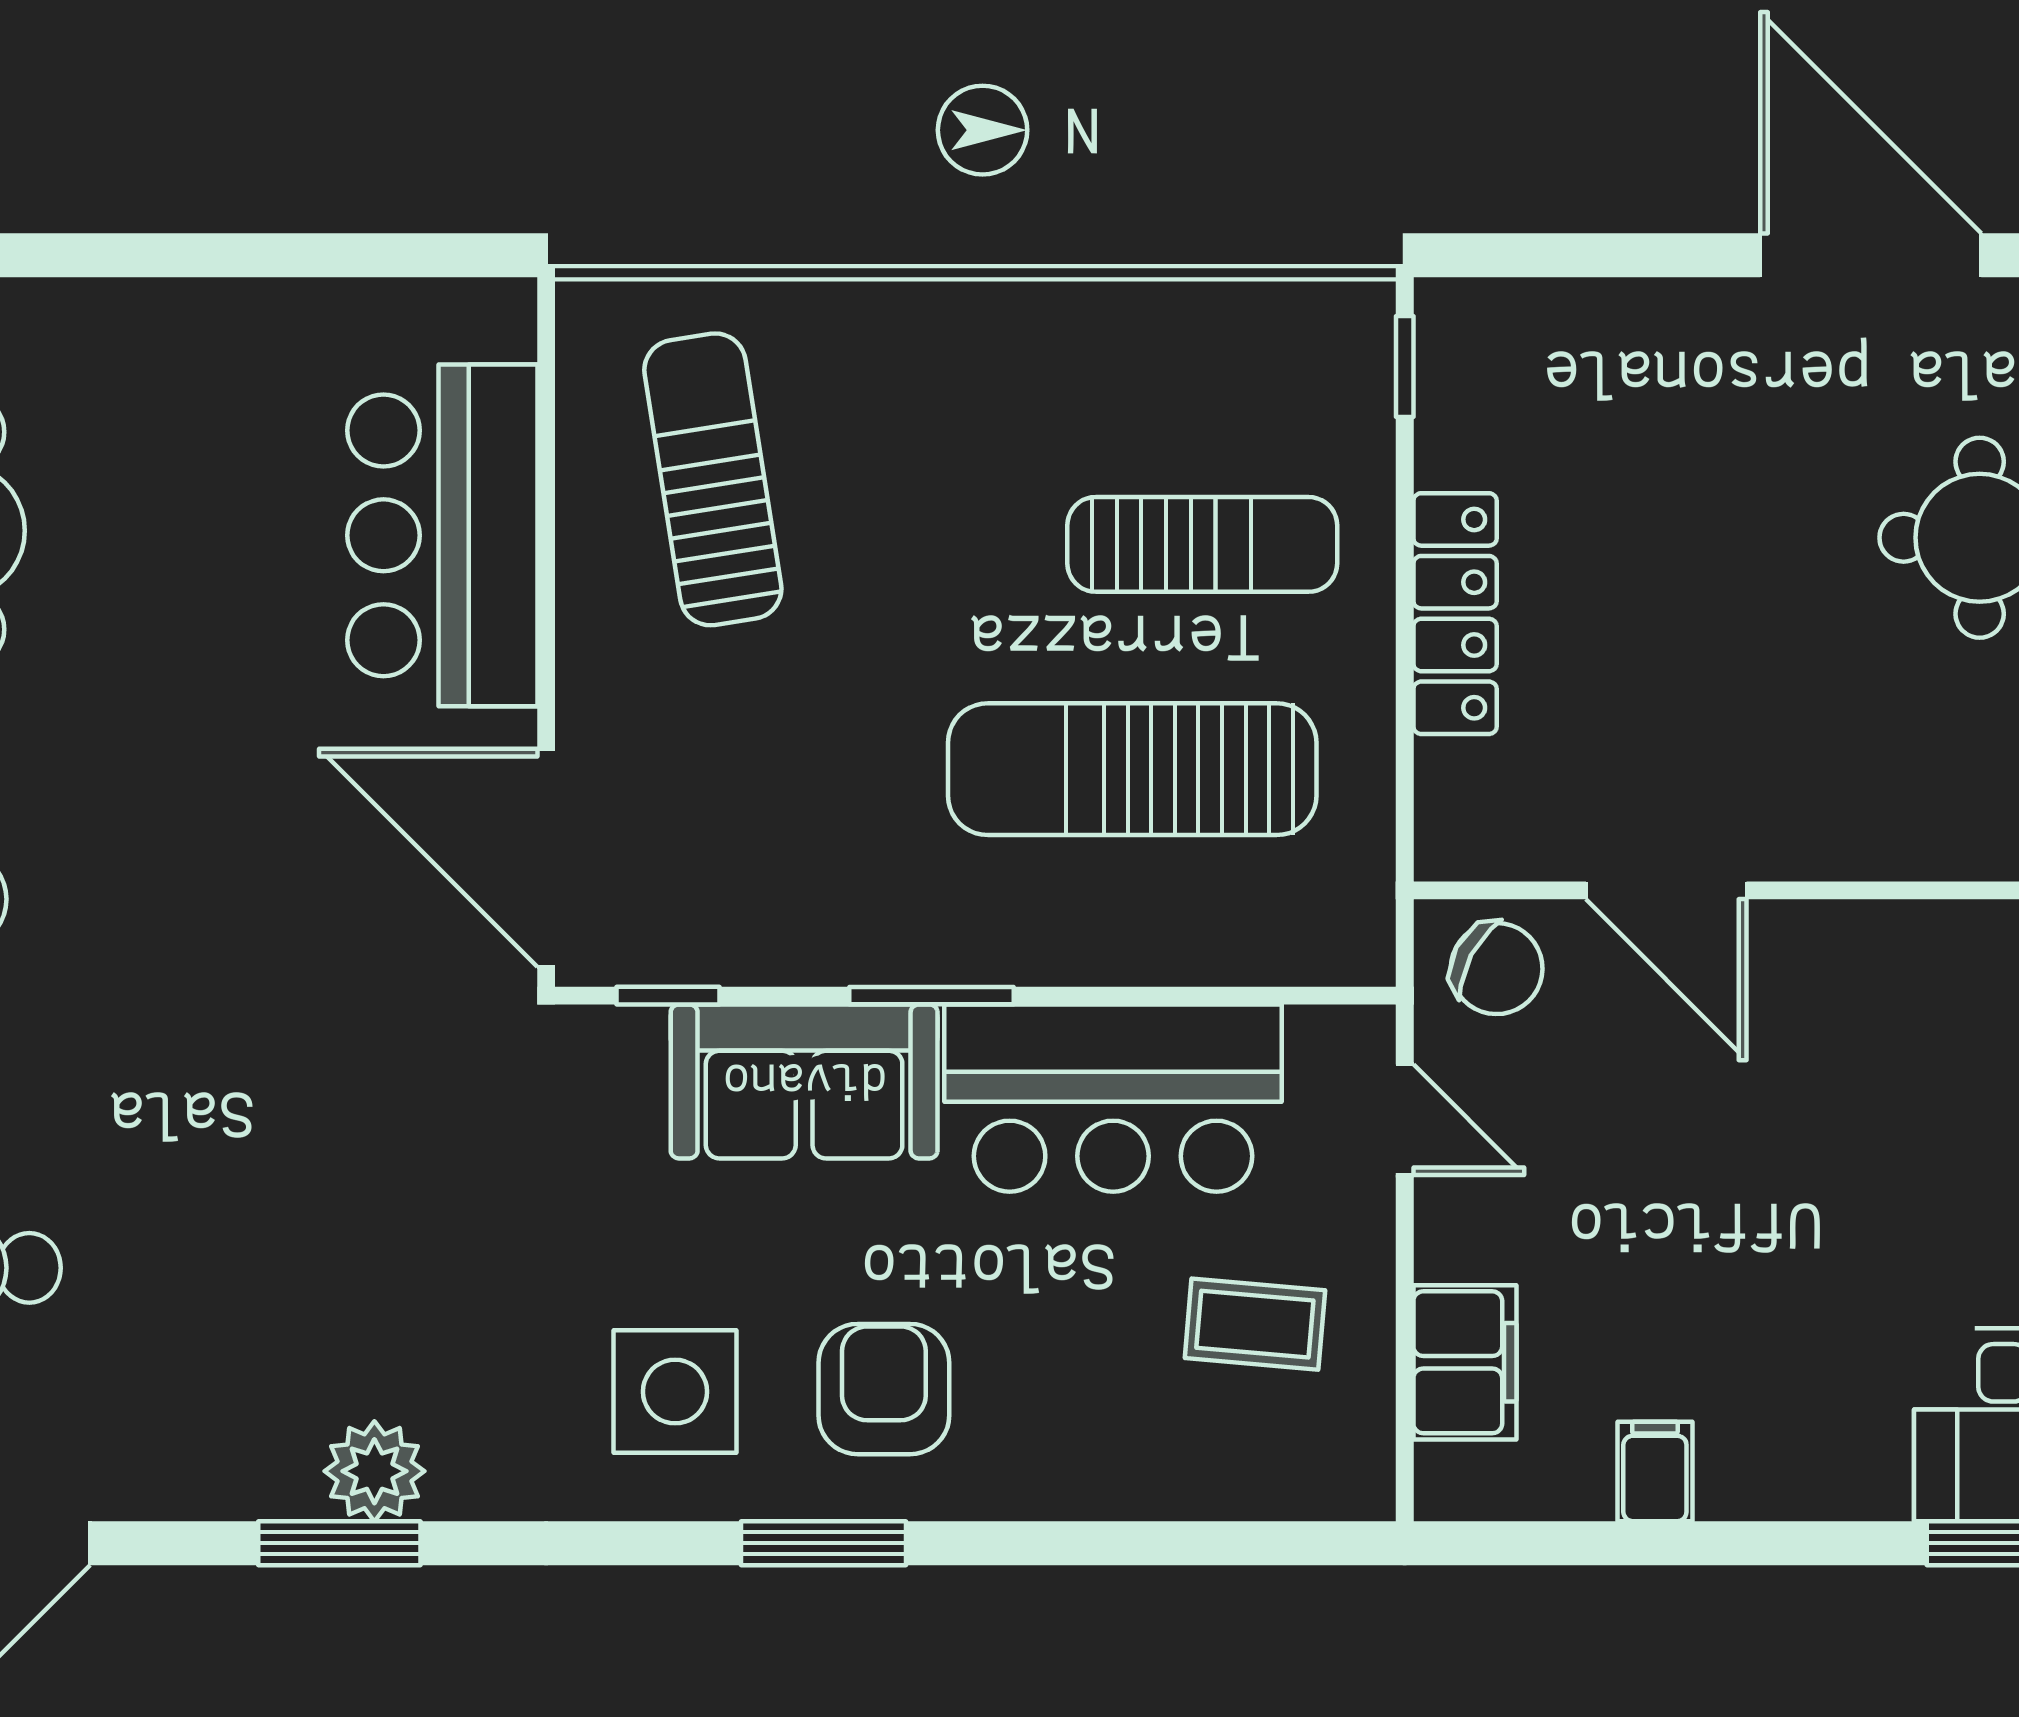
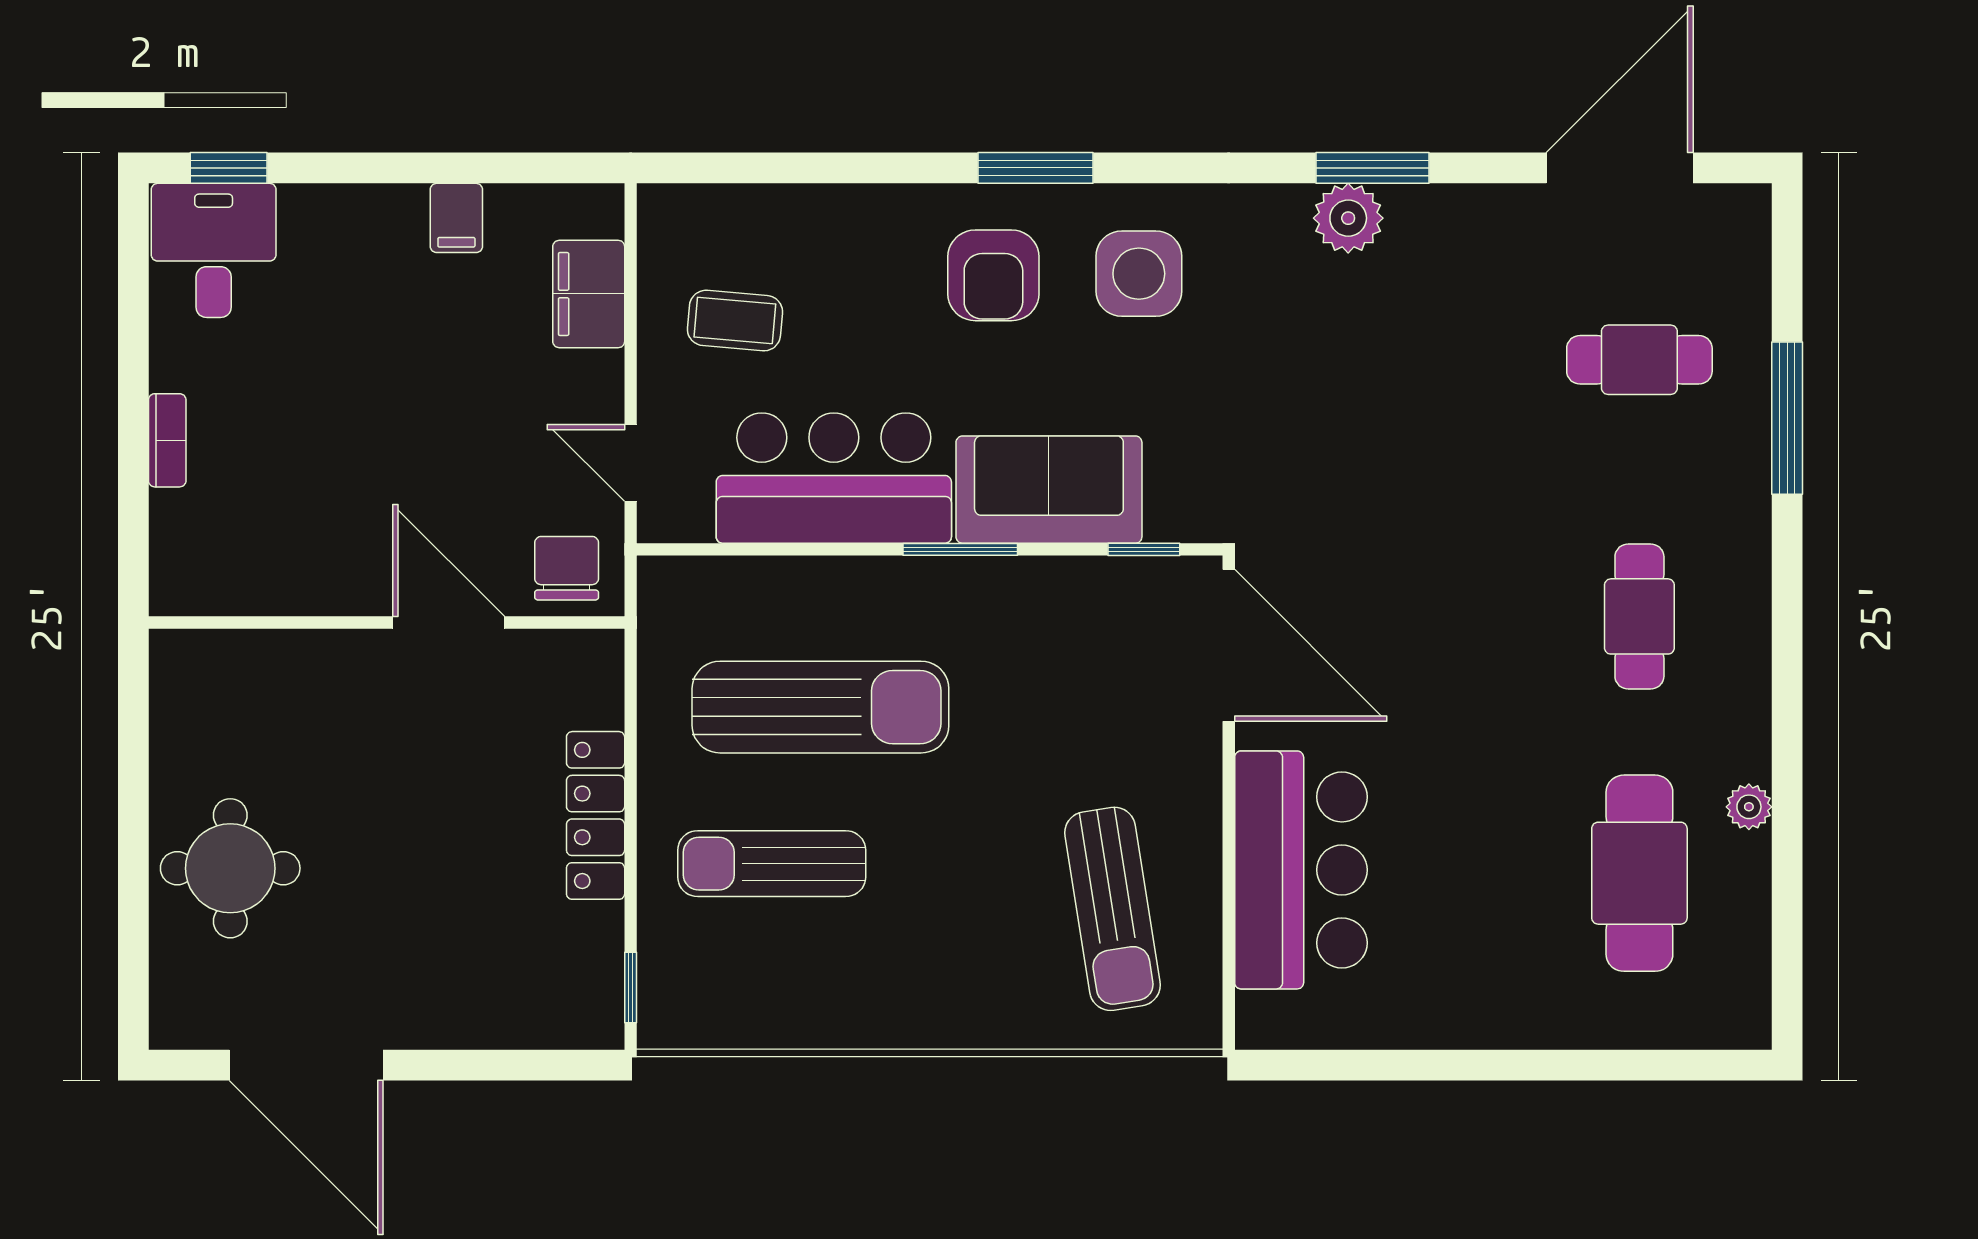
chair: (1497, 969) -> (567, 568), turned 62

